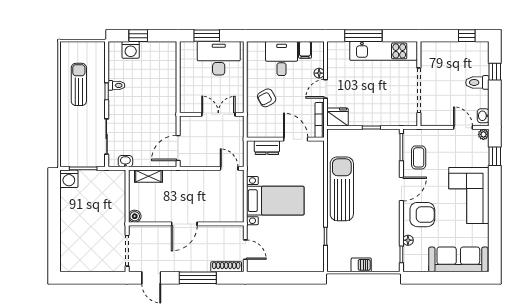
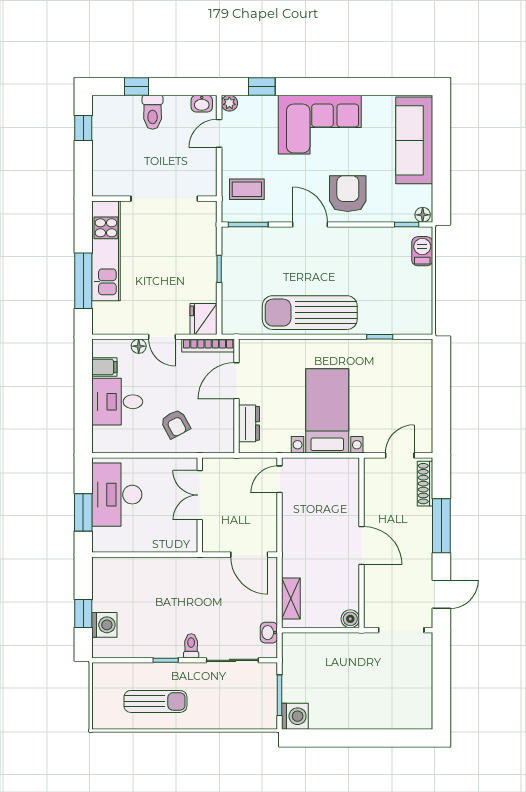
sun lounger: (79, 84) -> (155, 701), turned 180
toilet: (116, 85) -> (191, 646), moved
coffee table: (419, 157) -> (247, 189), moved
floor lamp: (408, 240) -> (423, 215), moved
barbecue: (361, 265) -> (422, 251), moved

